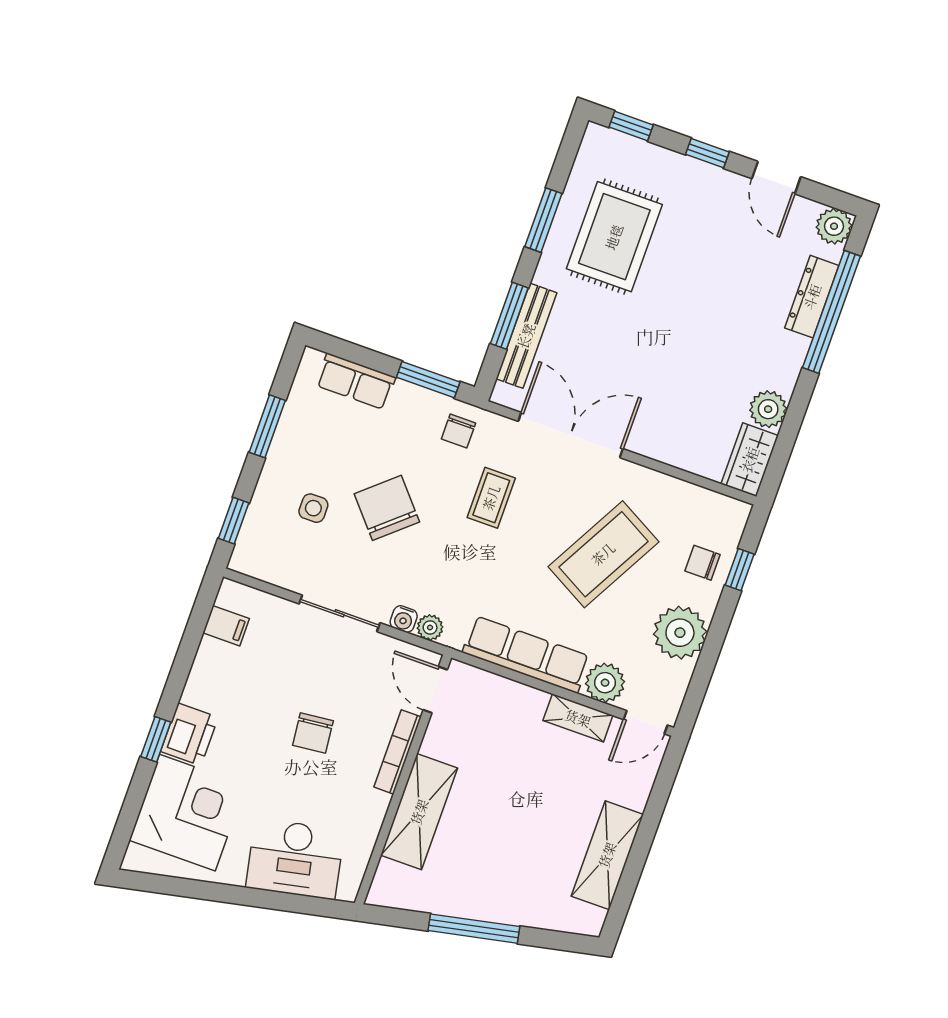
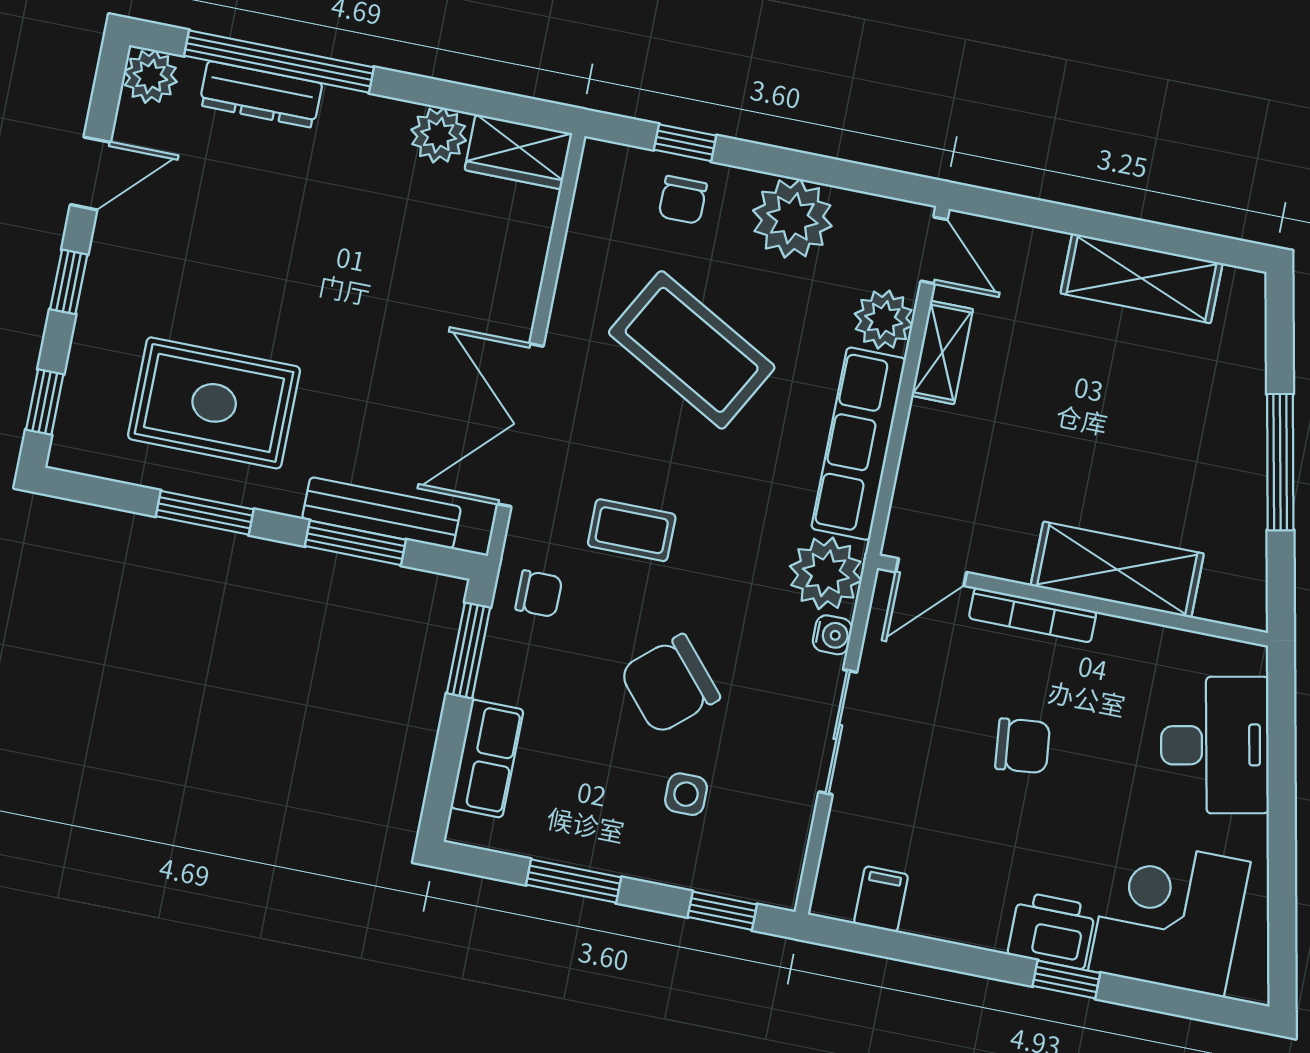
plant: (430, 627) -> (826, 573), width x1.87, depth x1.87

